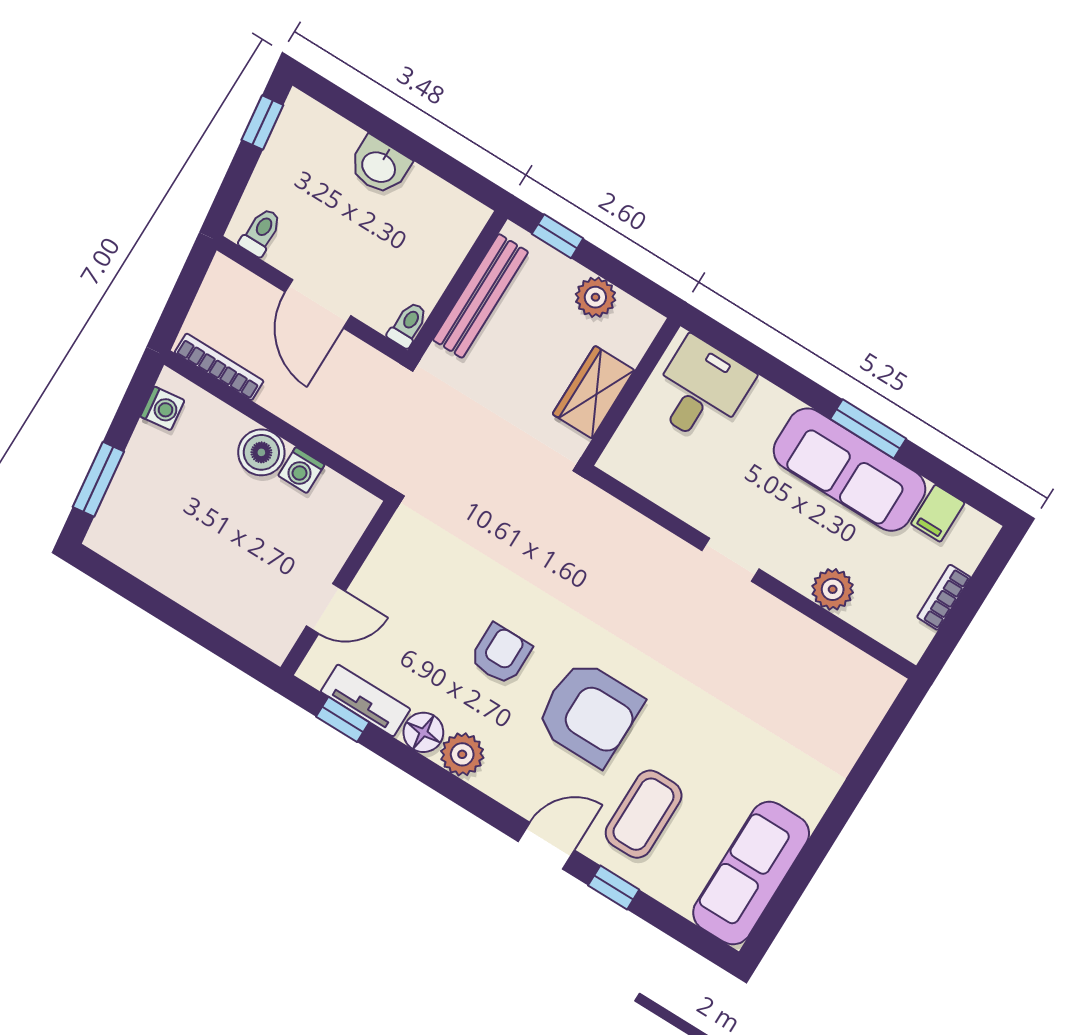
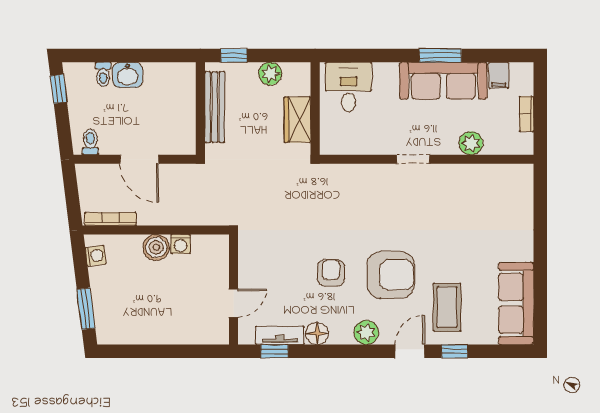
toilet: (408, 325) -> (103, 74), moved, turned 180
plant: (462, 754) -> (366, 332), moved

